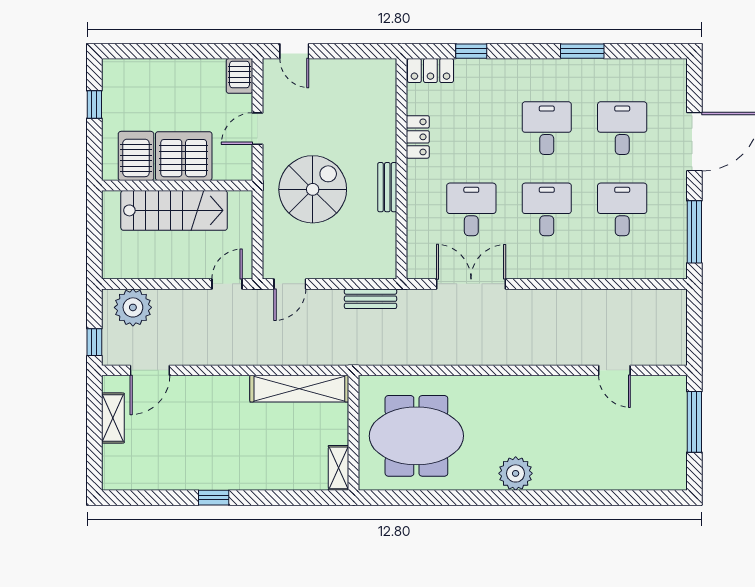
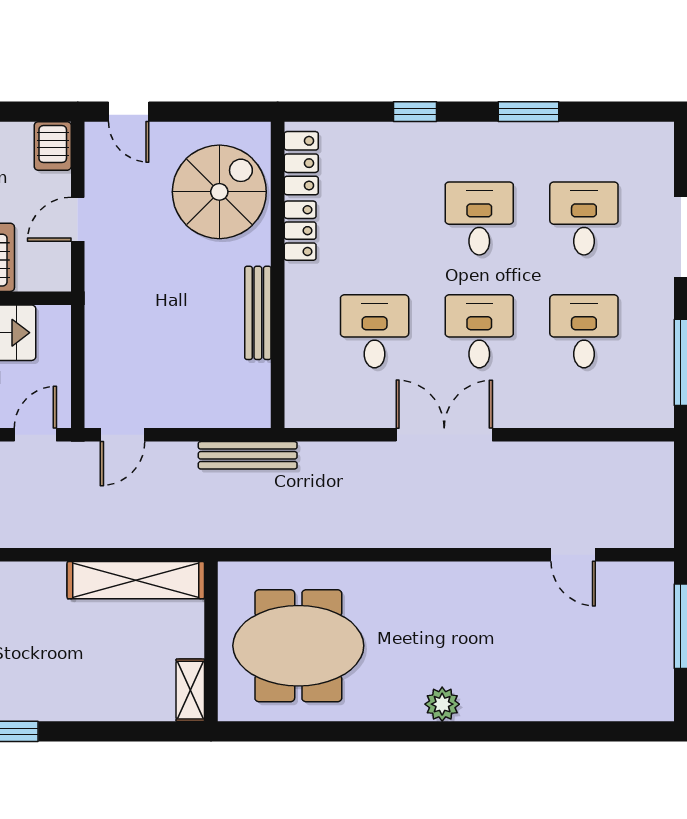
window: (471, 51) -> (415, 112), moved
locker: (430, 71) -> (301, 163), moved, turned -90
bench: (387, 187) -> (258, 313), width x1.36
spiral stairs: (313, 189) -> (219, 192), moved
double door: (471, 284) -> (444, 435), moved
bench: (370, 299) -> (248, 455), width x1.36
plant: (516, 473) -> (442, 704), width x0.73, depth x0.73

